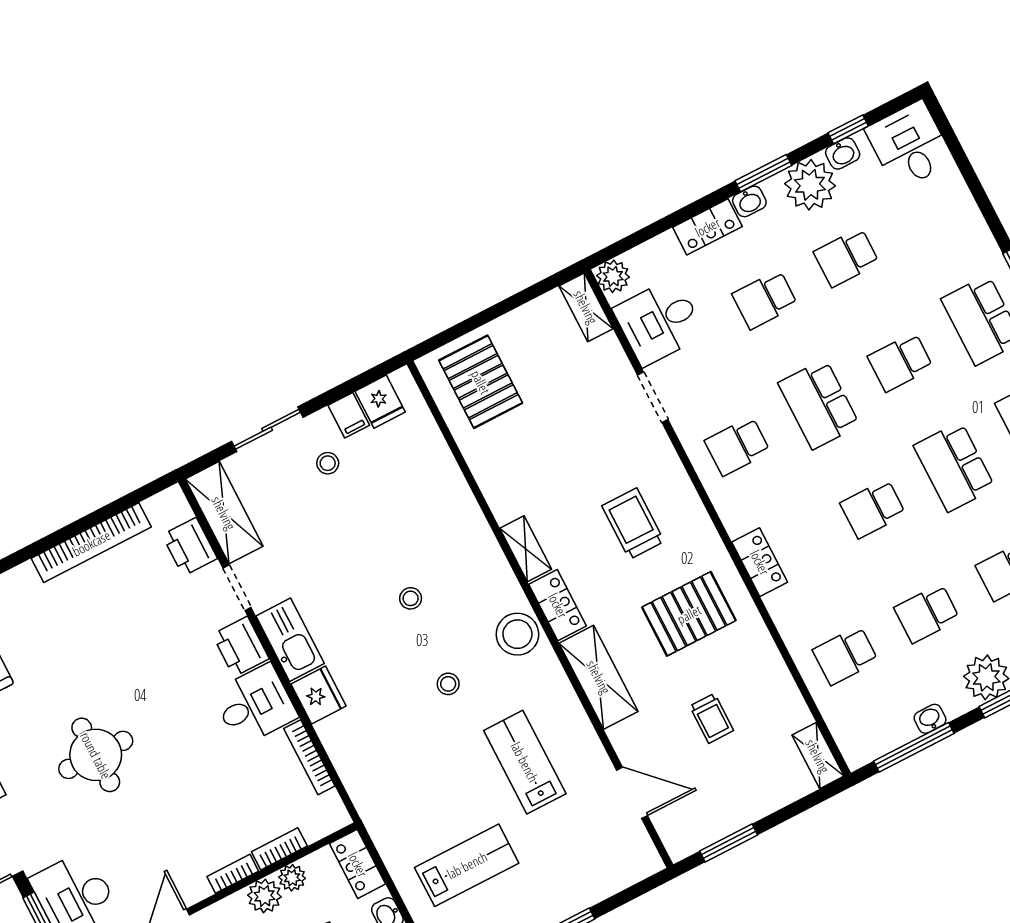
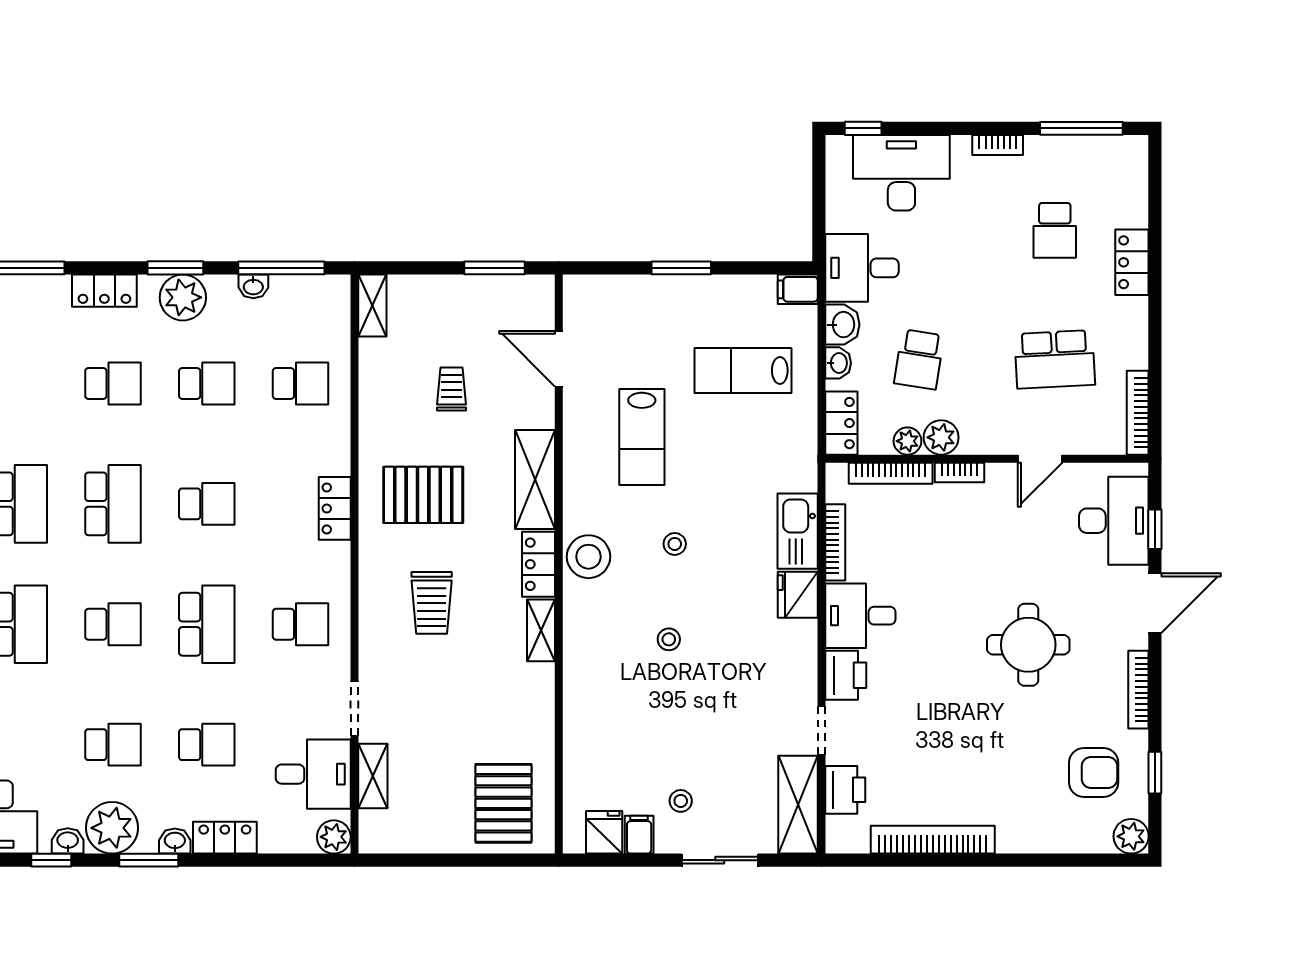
shelving: (586, 307) -> (373, 776), moved
kitchen sink: (290, 640) -> (798, 531), moved
bookcase: (279, 849) -> (891, 473), width x1.56

